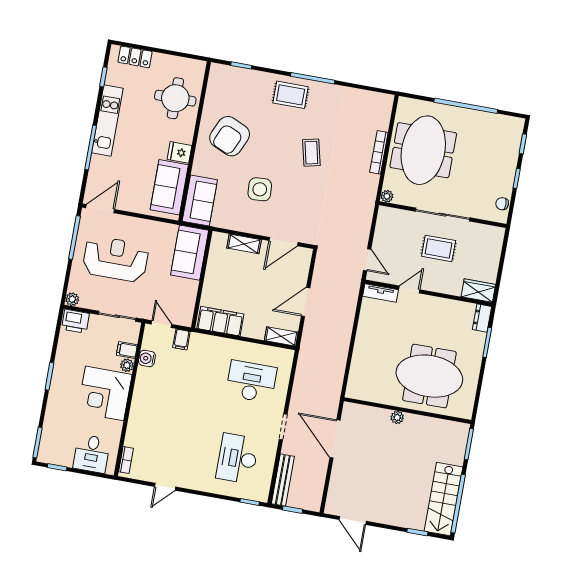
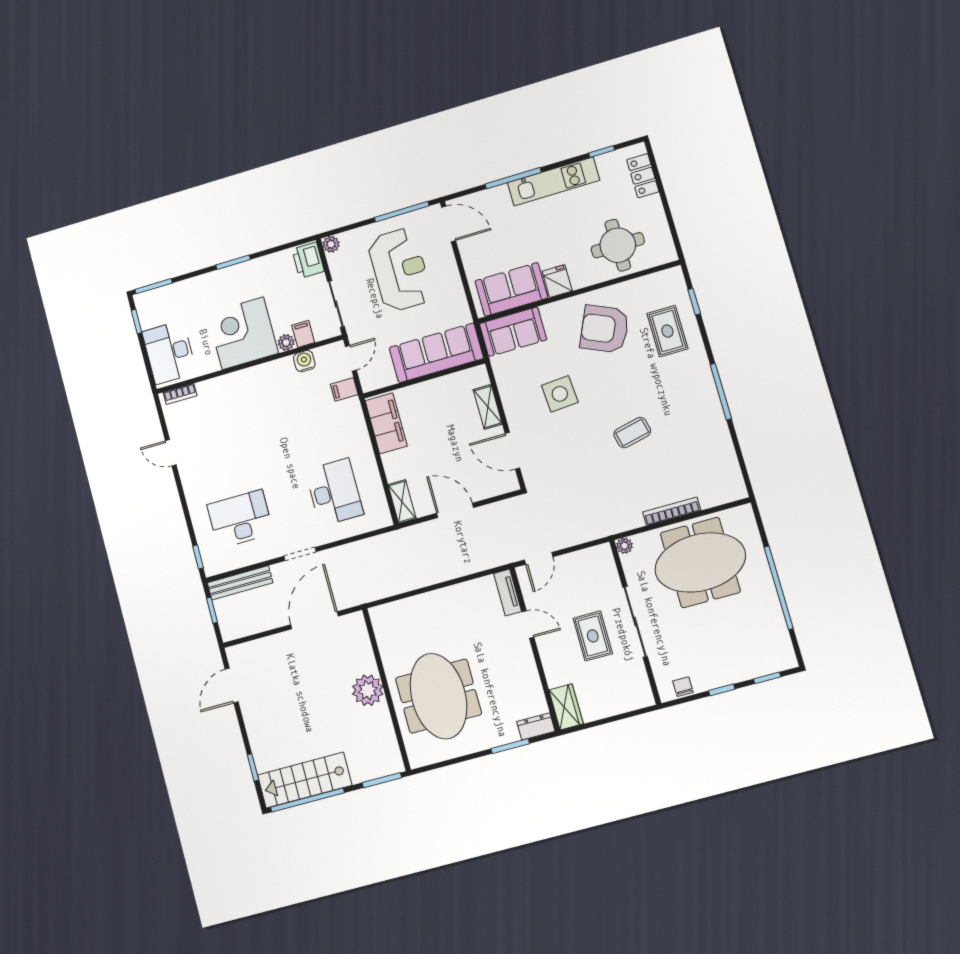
rug: (291, 95) -> (667, 331), moved
sofa: (190, 253) -> (436, 353), width x1.36
plant: (397, 417) -> (368, 690), width x1.88, depth x1.88
desk: (92, 454) -> (169, 352), width x1.37

